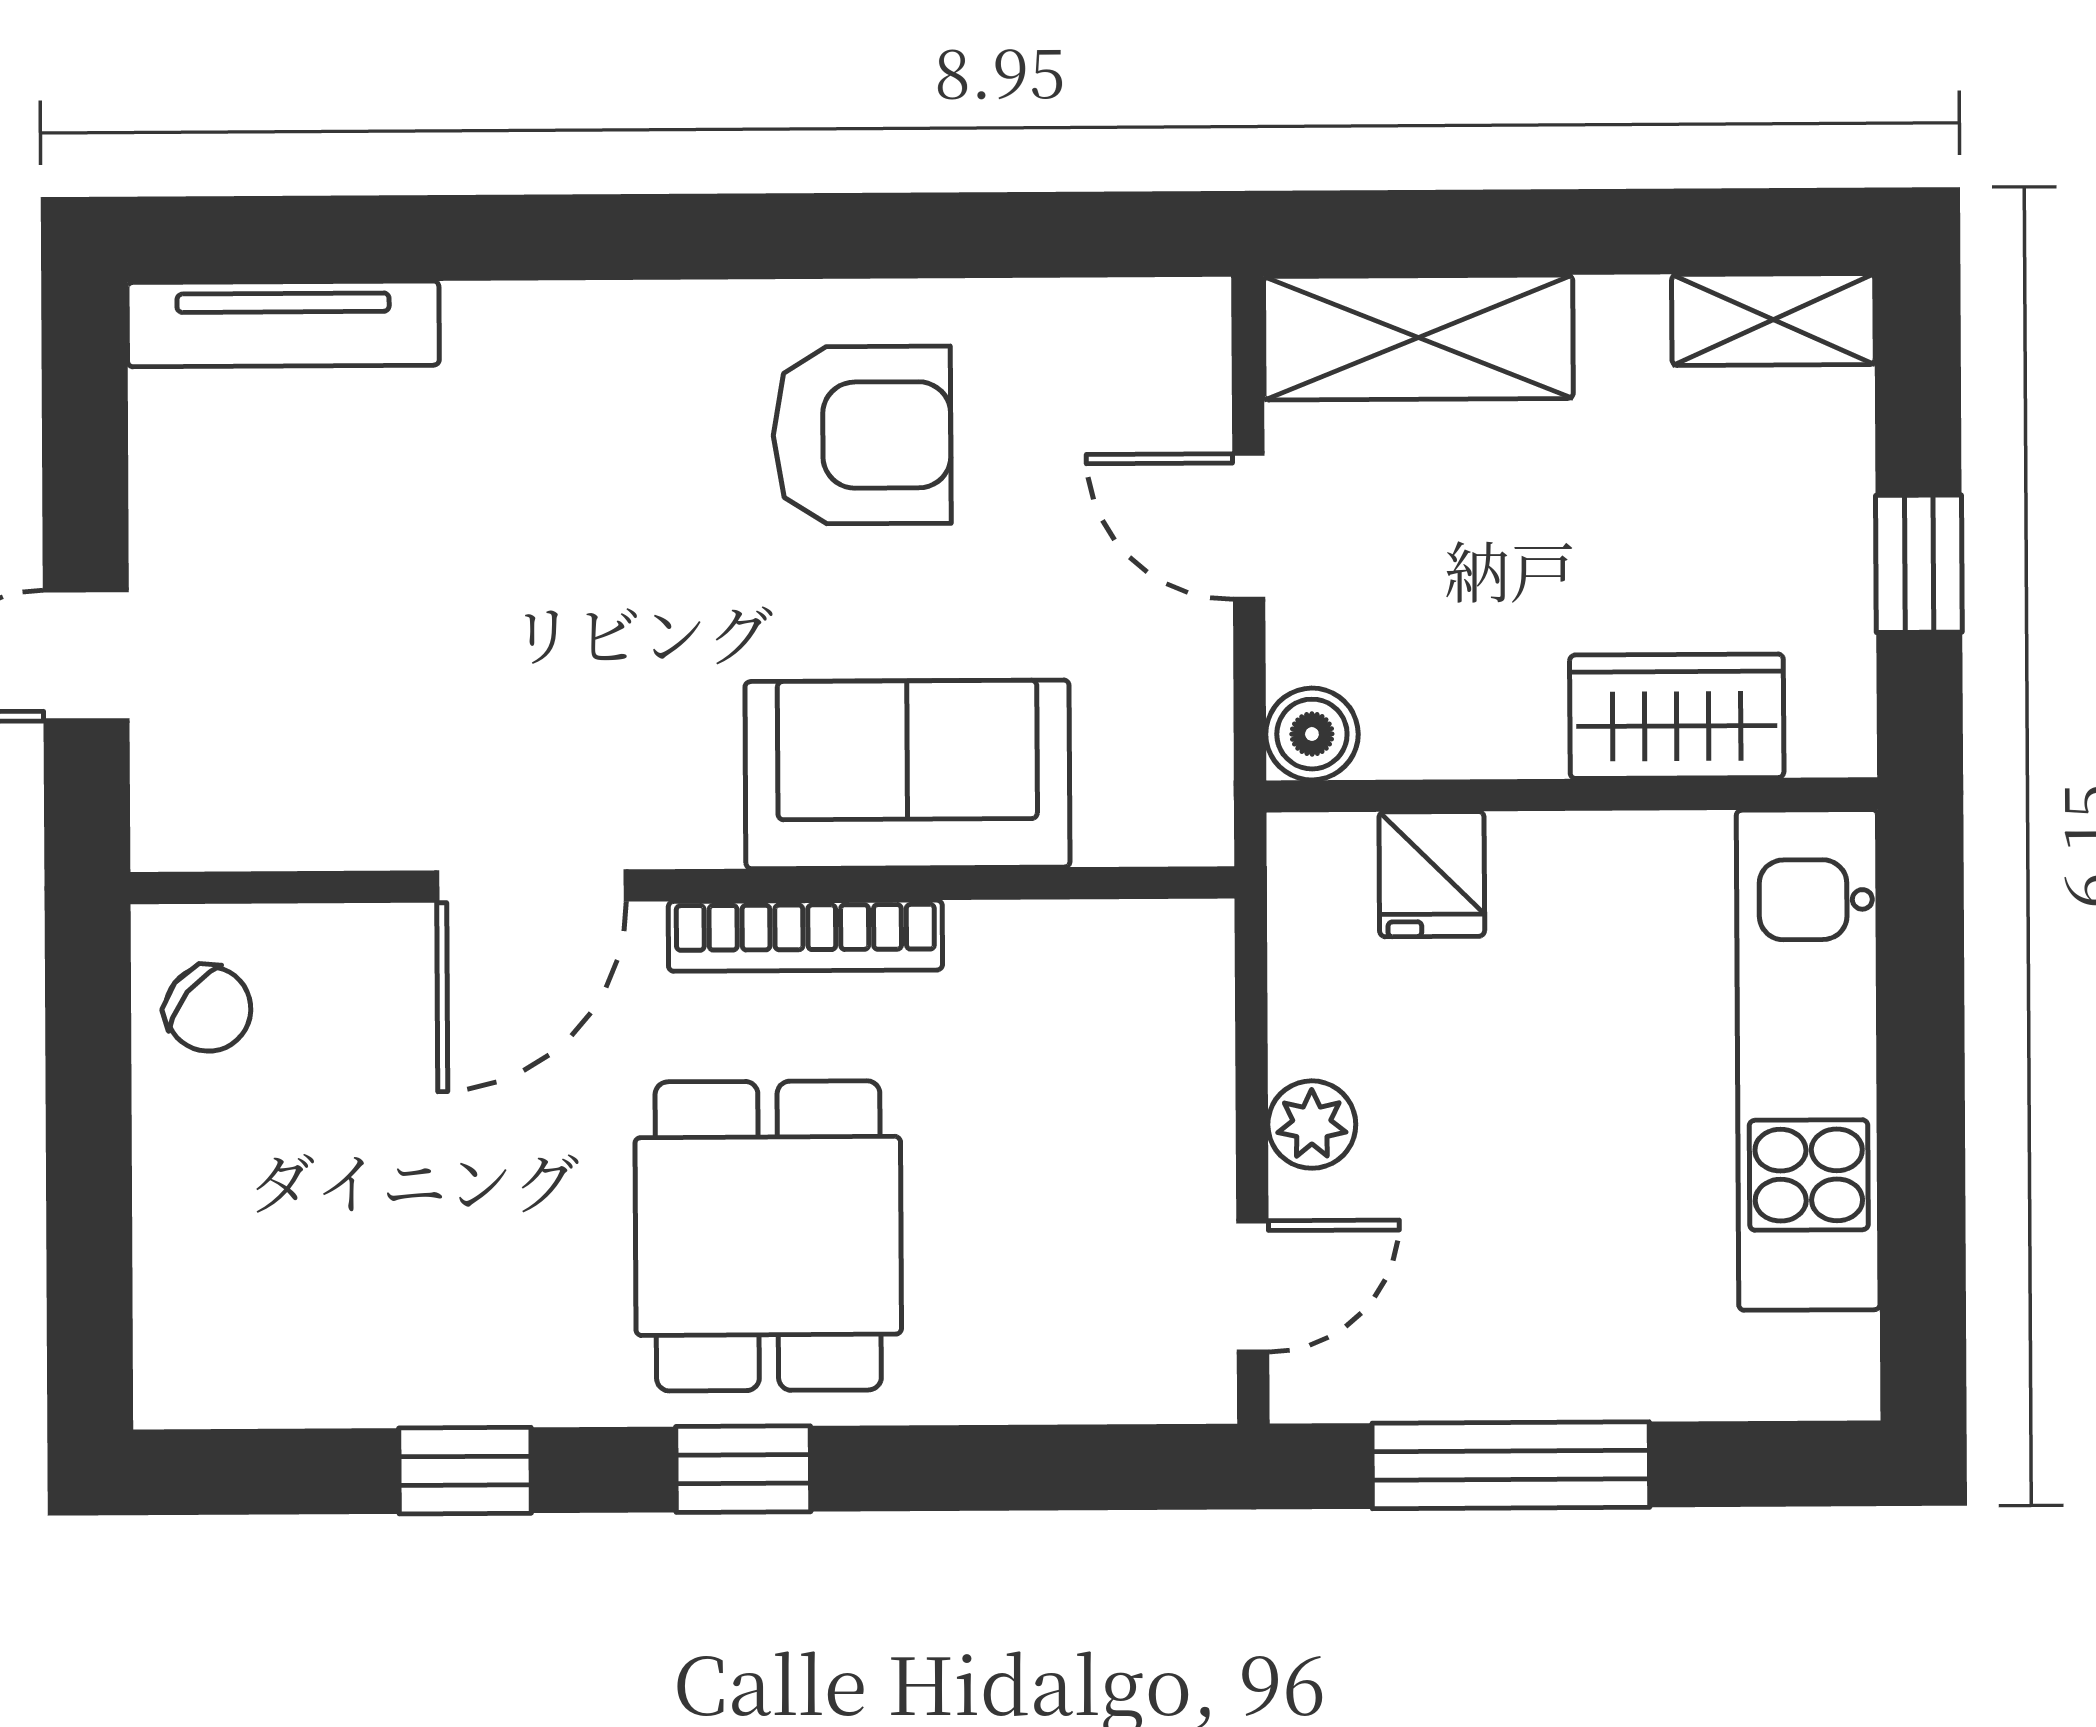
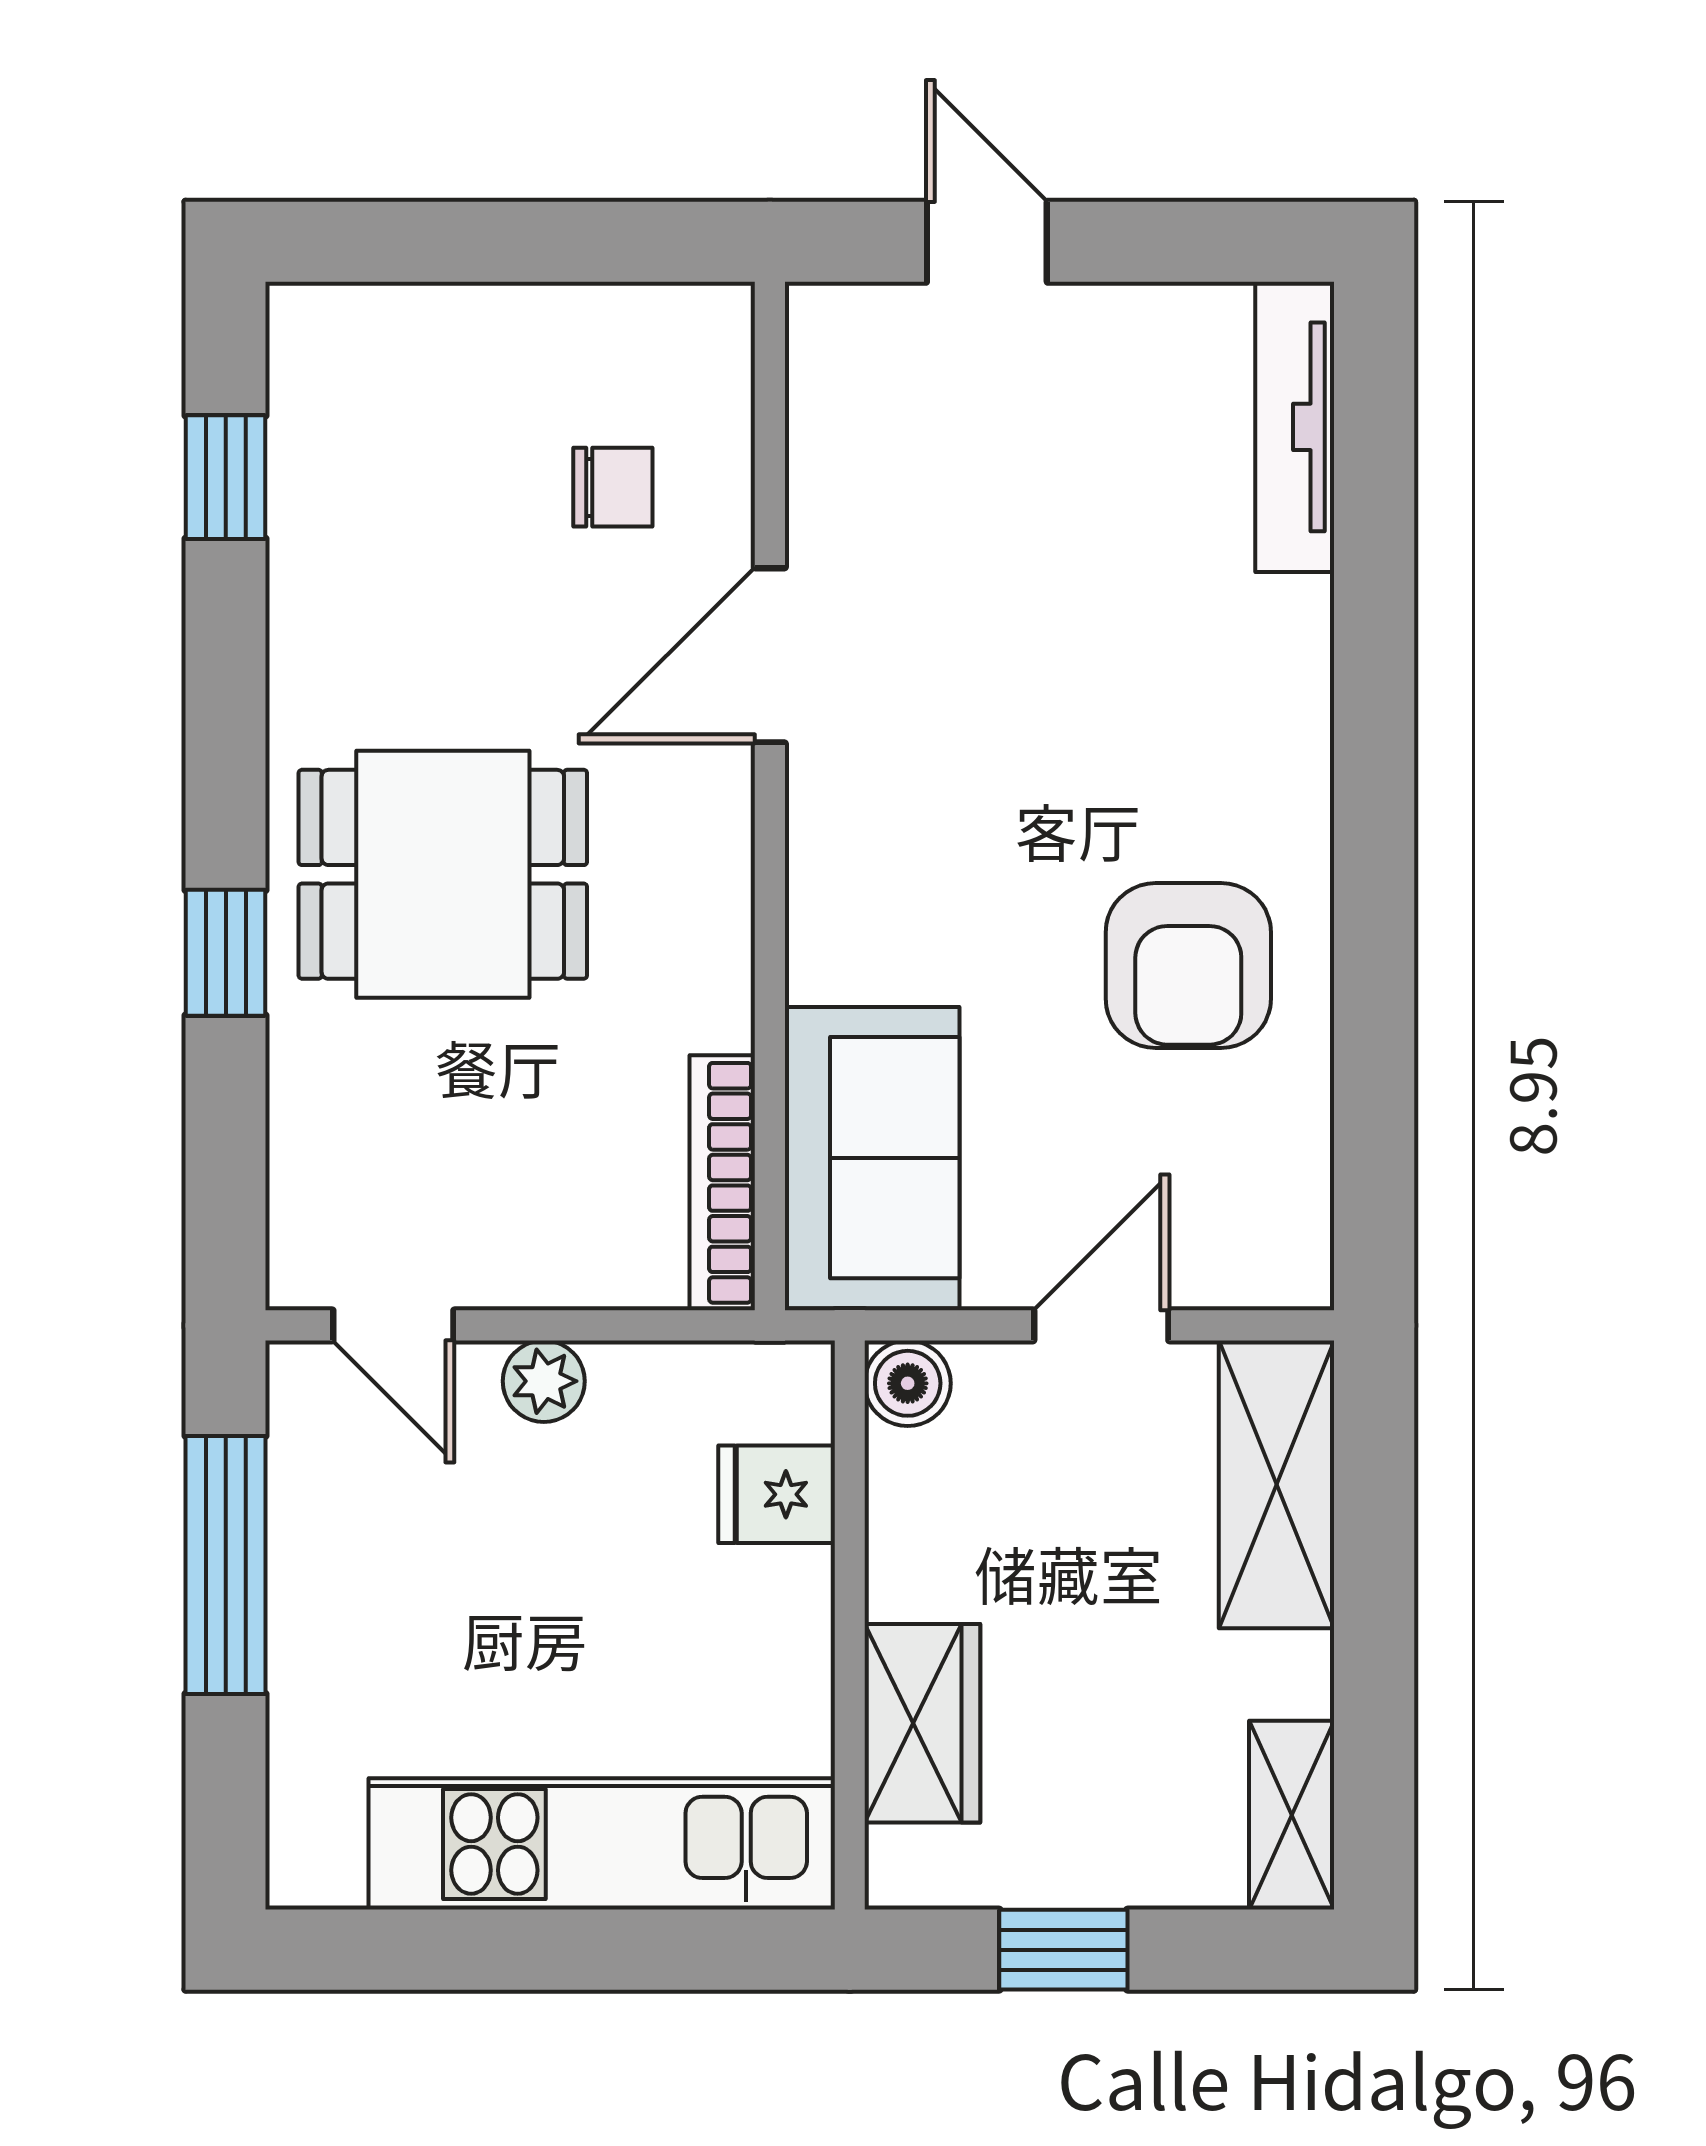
sofa: (907, 774) -> (872, 1158), moved
door: (531, 886) -> (770, 655), hinge flipped
bookcase: (805, 936) -> (722, 1183), moved
chair: (208, 1009) -> (613, 487), moved, turned -129
window: (743, 1469) -> (226, 953), moved
window: (465, 1471) -> (226, 477), moved

